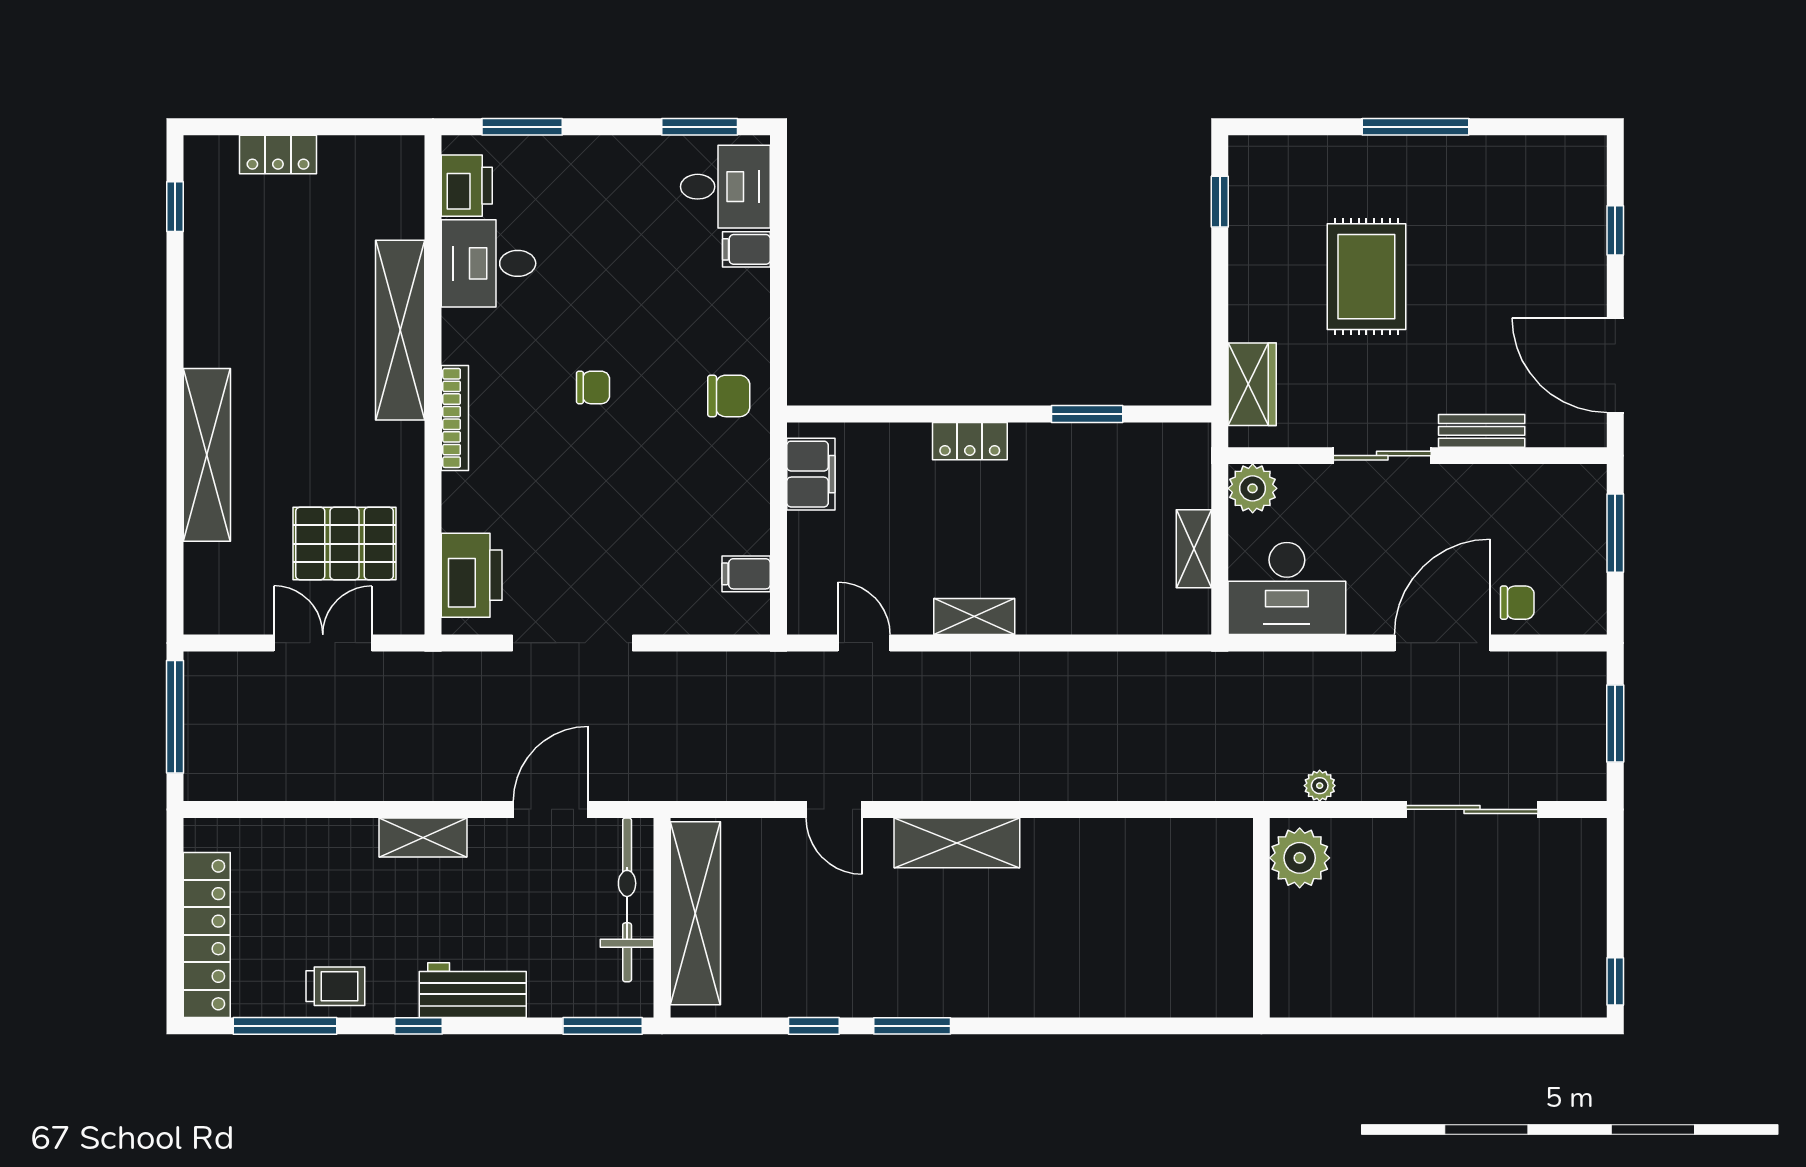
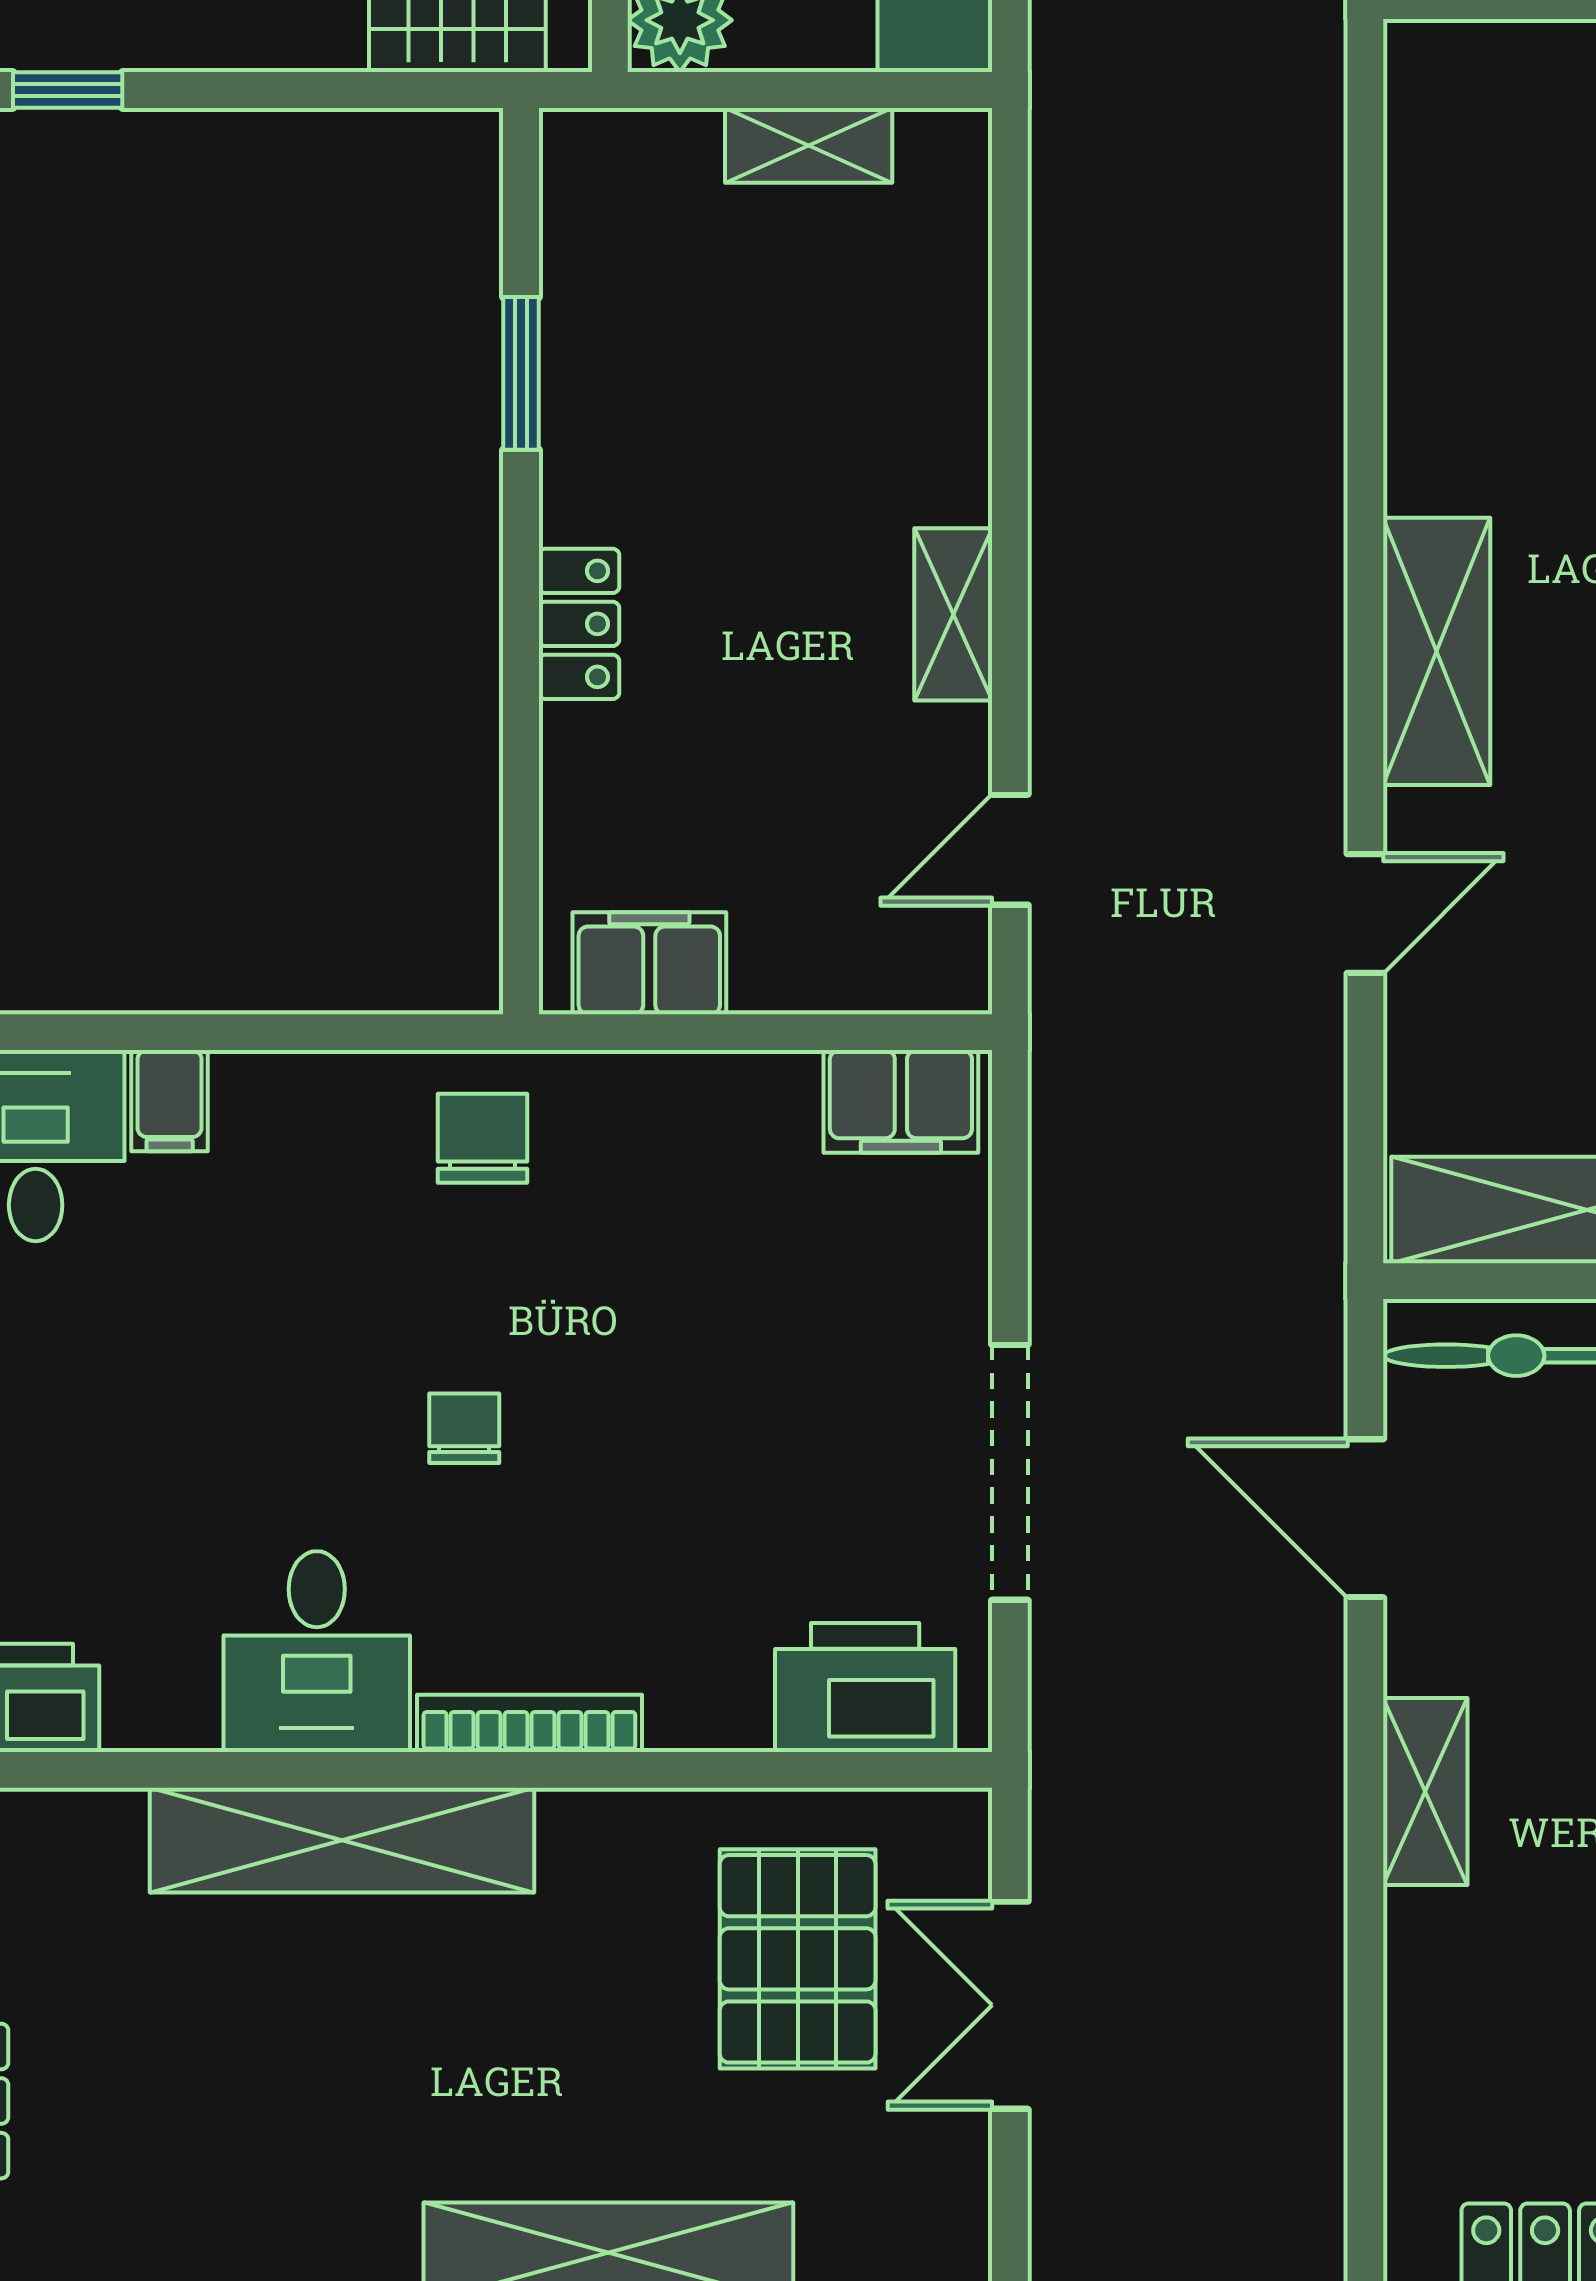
desk: (488, 263) -> (317, 1652), moved
filing cabinet: (746, 574) -> (901, 1101), width x2.00

